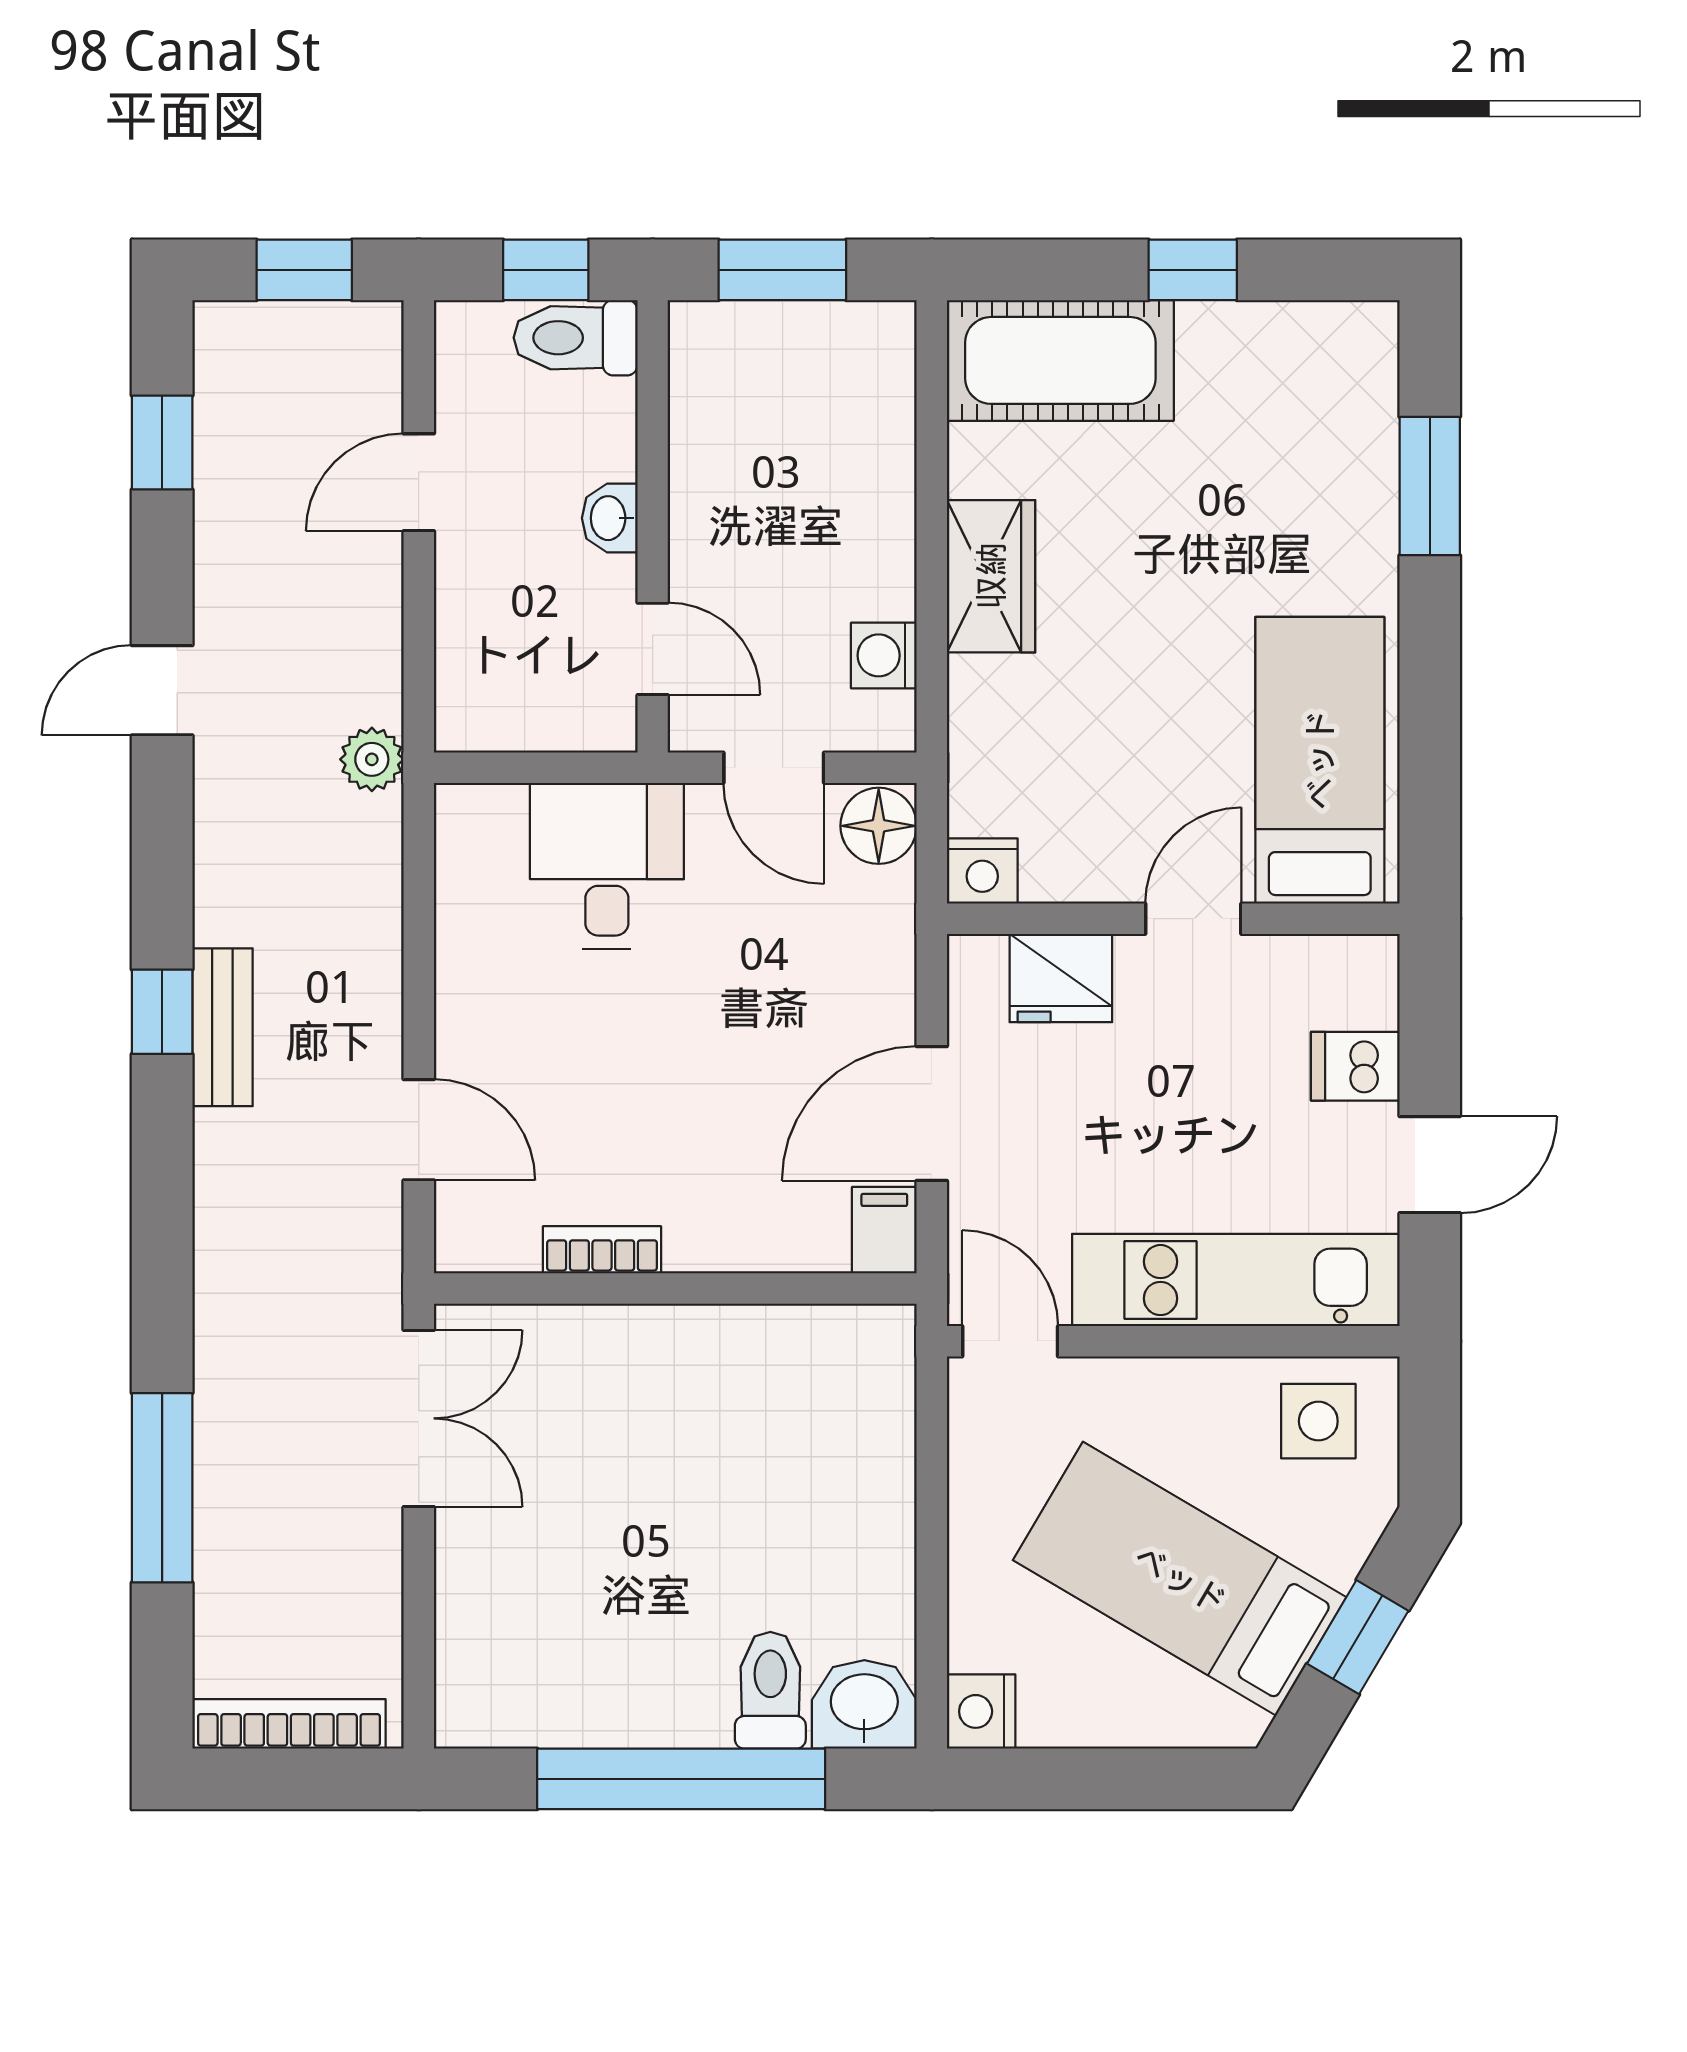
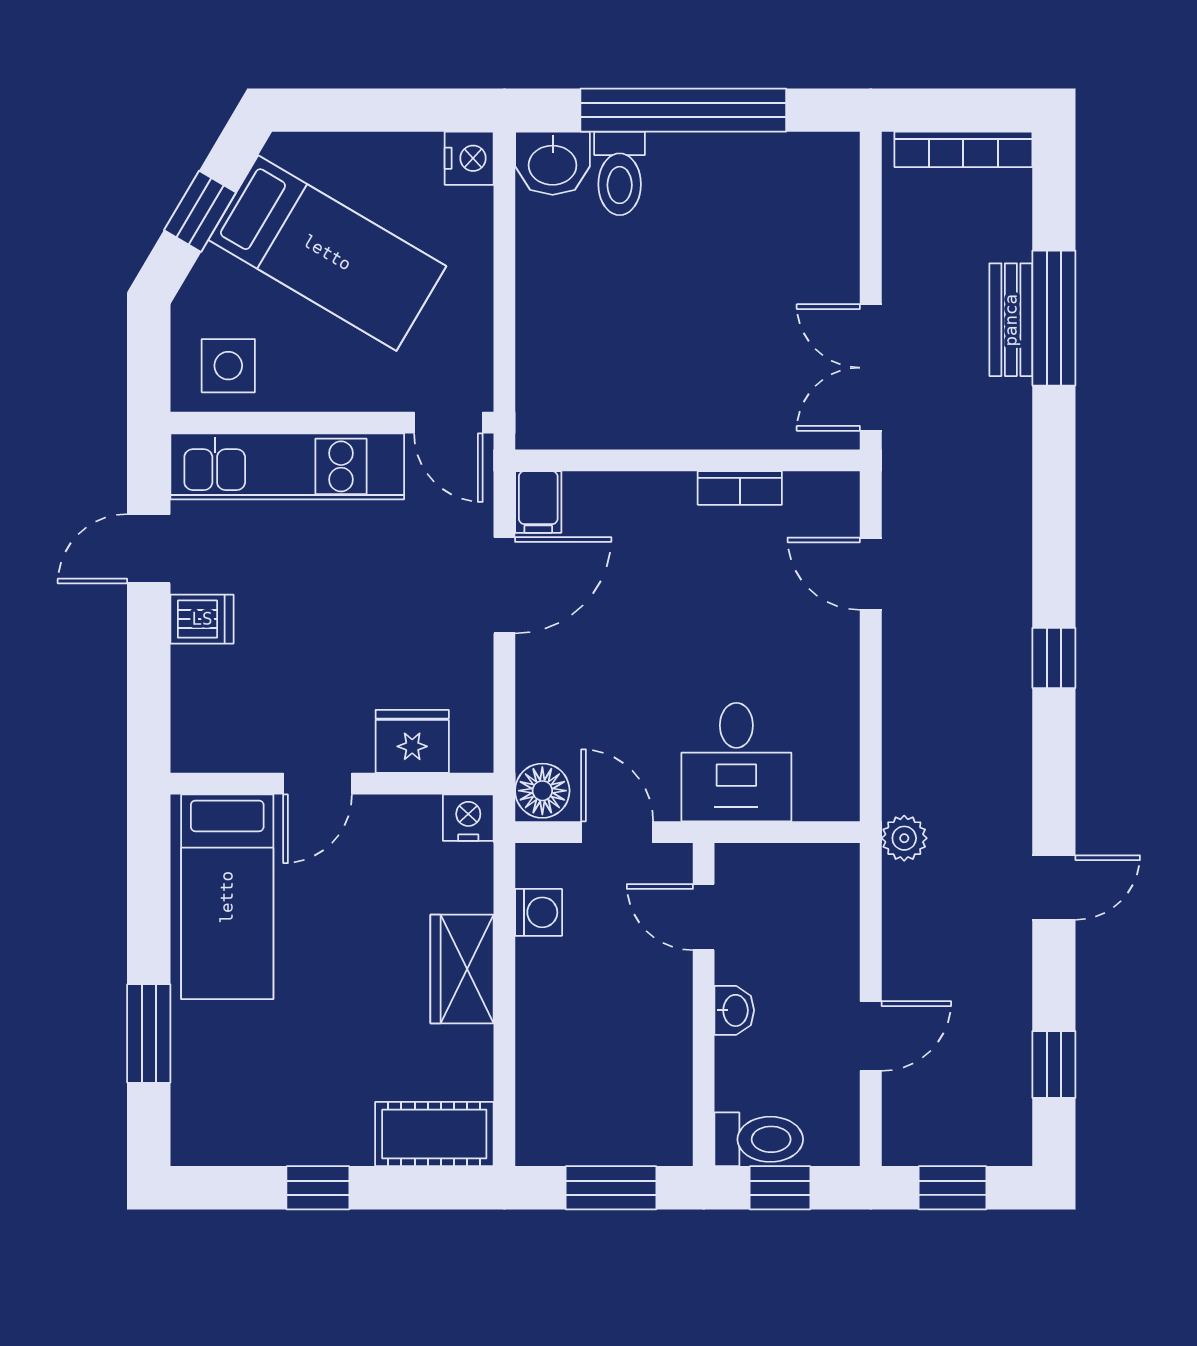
cot: (1060, 360) -> (434, 1134), width x0.73, depth x0.75
bed: (1320, 760) -> (227, 897), moved
nightstand: (982, 871) -> (468, 818), moved
wall: (1173, 919) -> (332, 784), moved
door: (1193, 919) -> (318, 784), moved
fridge: (1061, 978) -> (412, 741), moved
bench: (222, 1027) -> (1011, 320), moved

